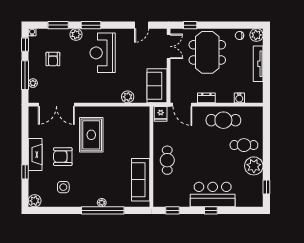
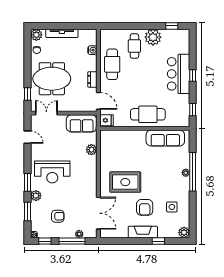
door: (182, 105) -> (98, 101), hinge flipped
cafe table: (167, 160) -> (148, 114), width x1.37, depth x1.35

